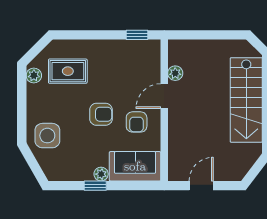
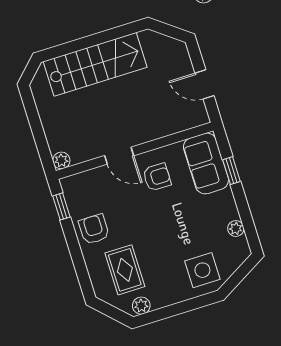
plant: (175, 73) -> (61, 160), moved
armchair: (101, 114) -> (94, 229), moved
plant: (101, 174) -> (236, 229), moved
window: (95, 186) -> (231, 171), moved

